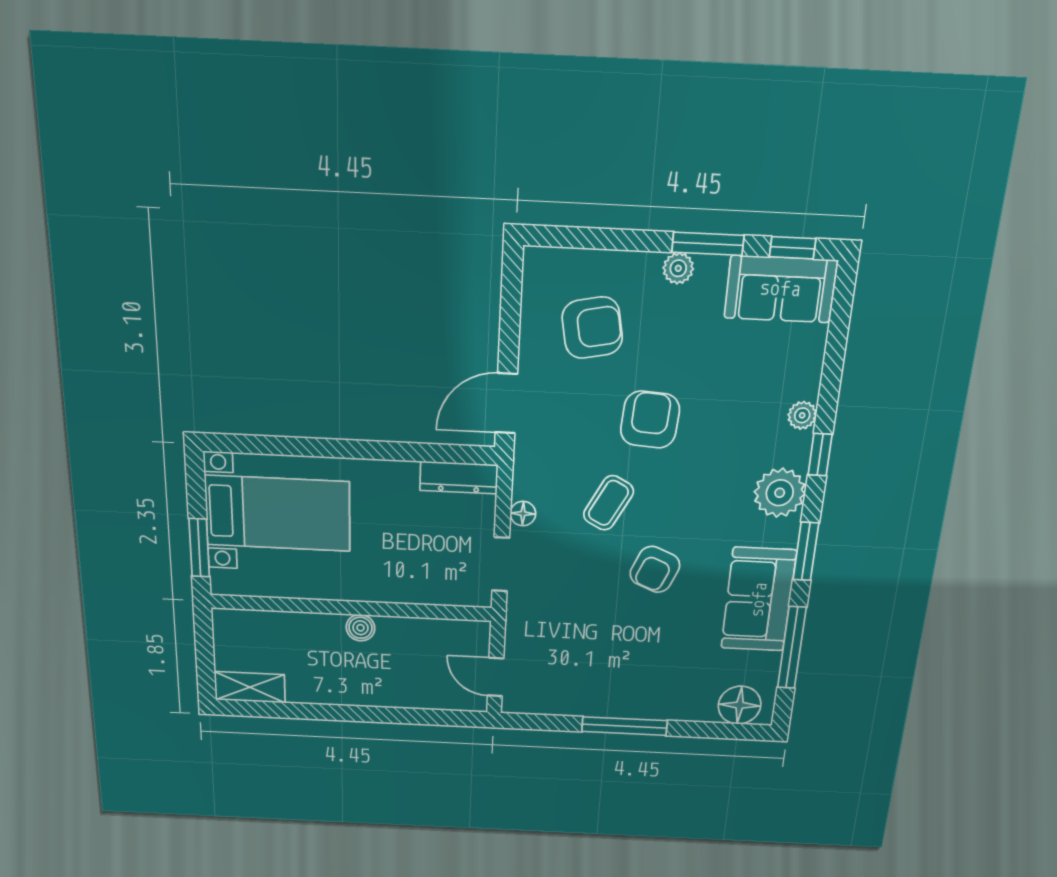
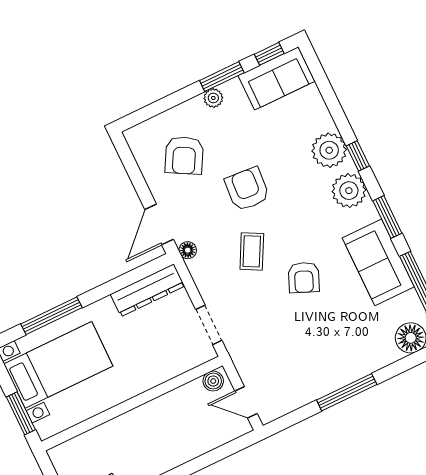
armchair: (592, 328) -> (184, 155), turned 130
plant: (802, 415) -> (329, 150), width x1.87, depth x1.87
window: (299, 447) -> (52, 316), added
dresser: (459, 478) -> (148, 290), width x1.37, depth x1.24
floor lamp: (523, 514) -> (188, 250), moved
boiler: (360, 628) -> (213, 381), moved

